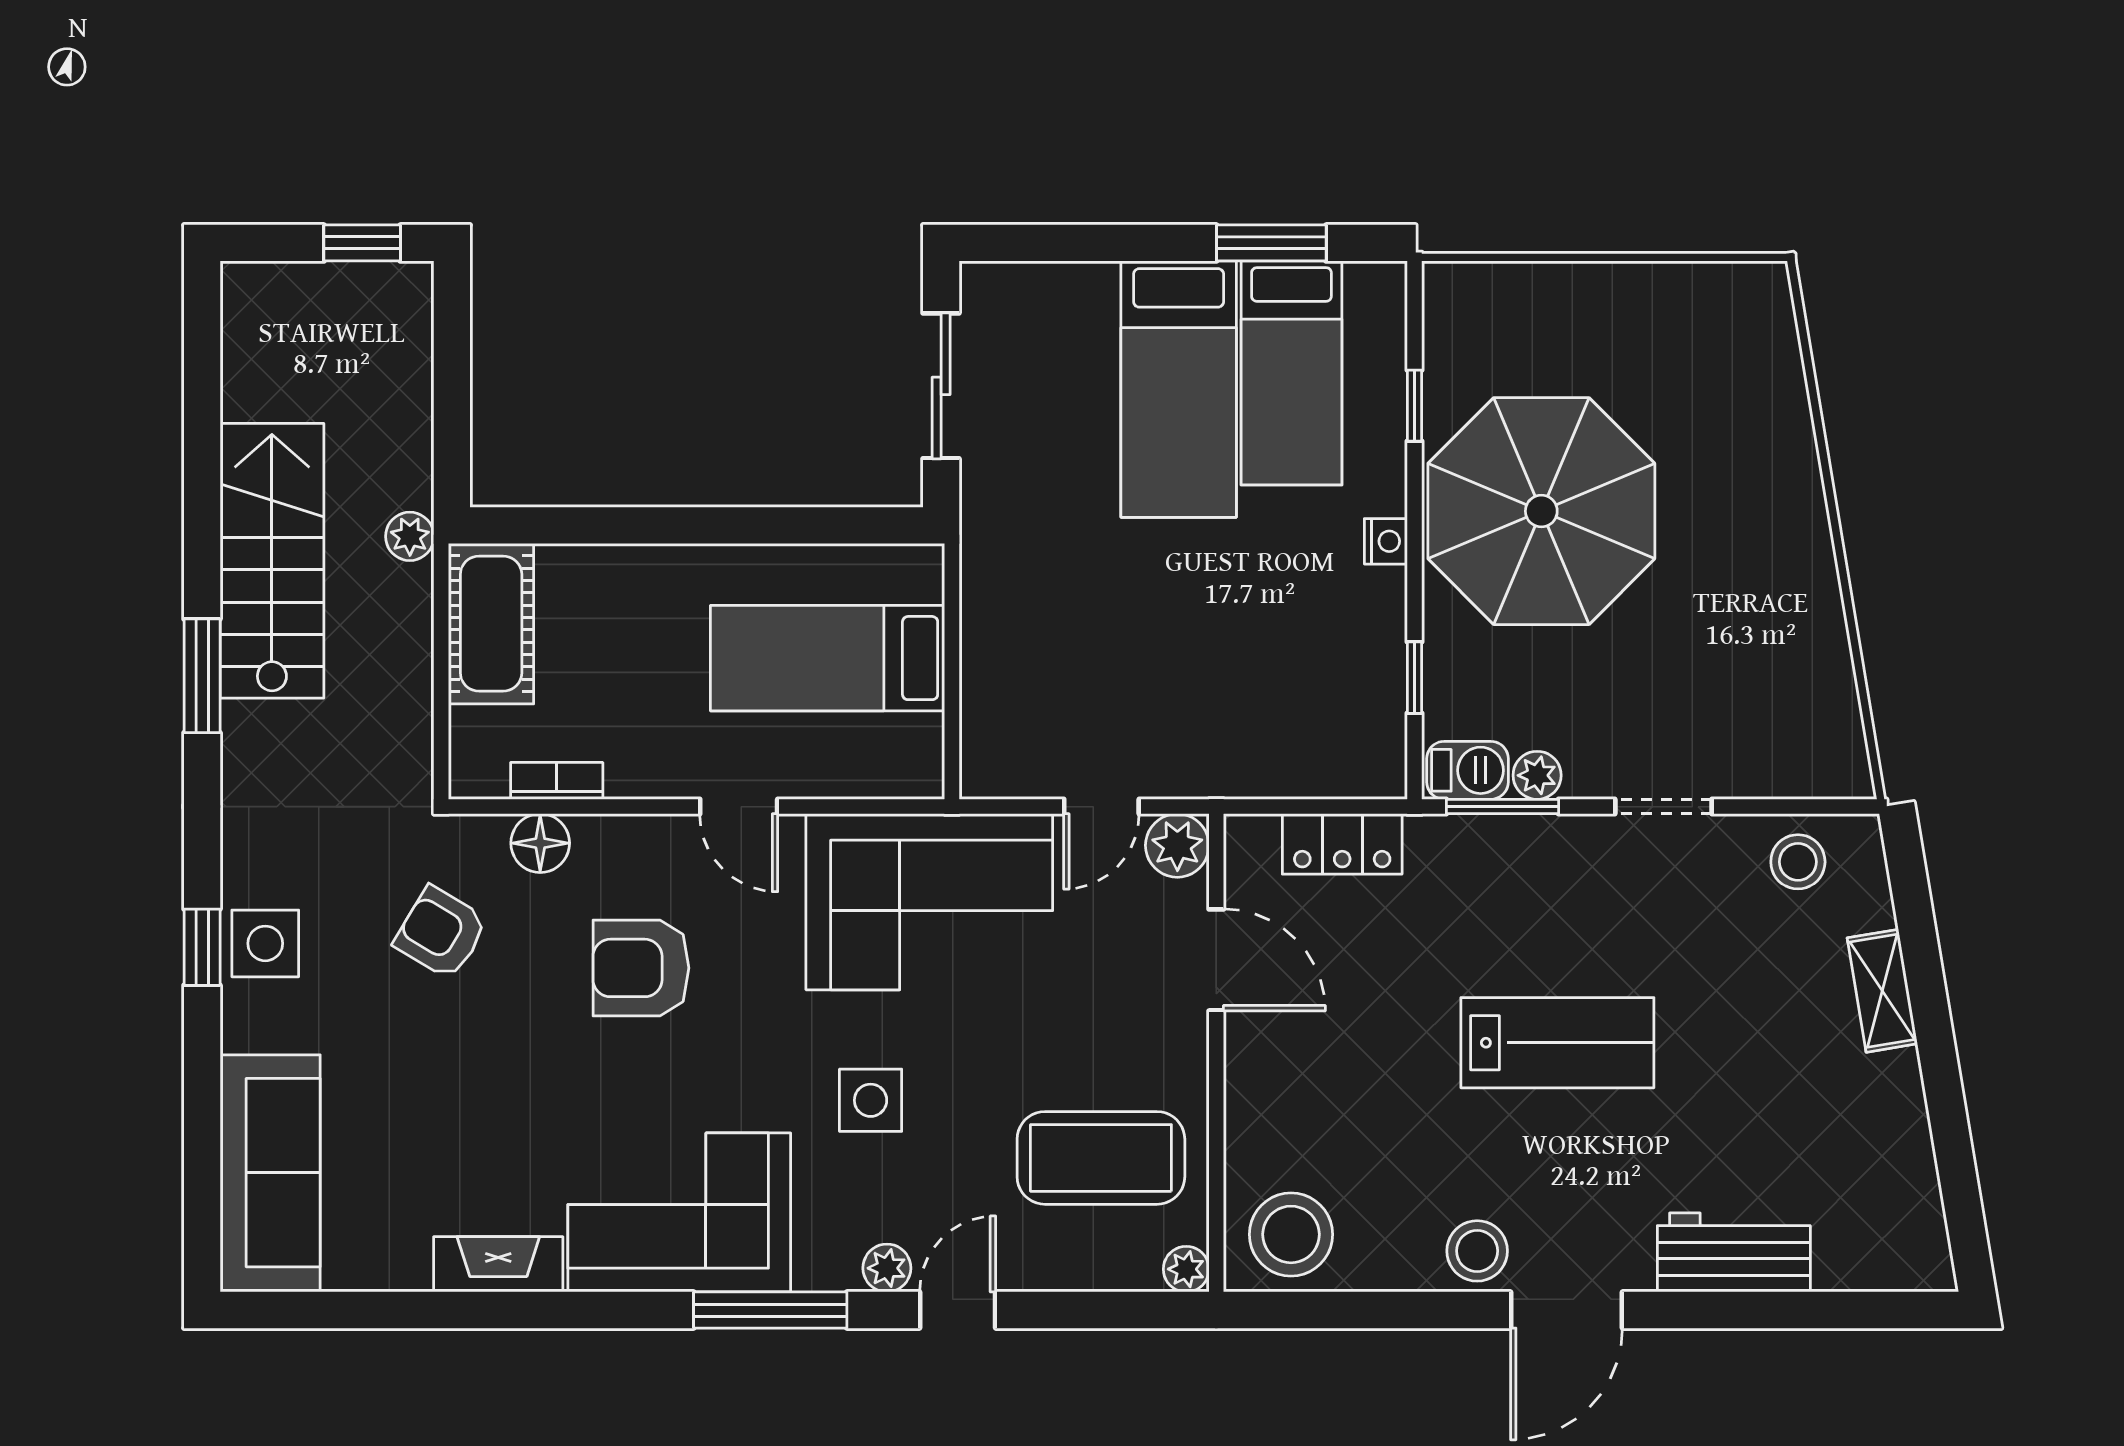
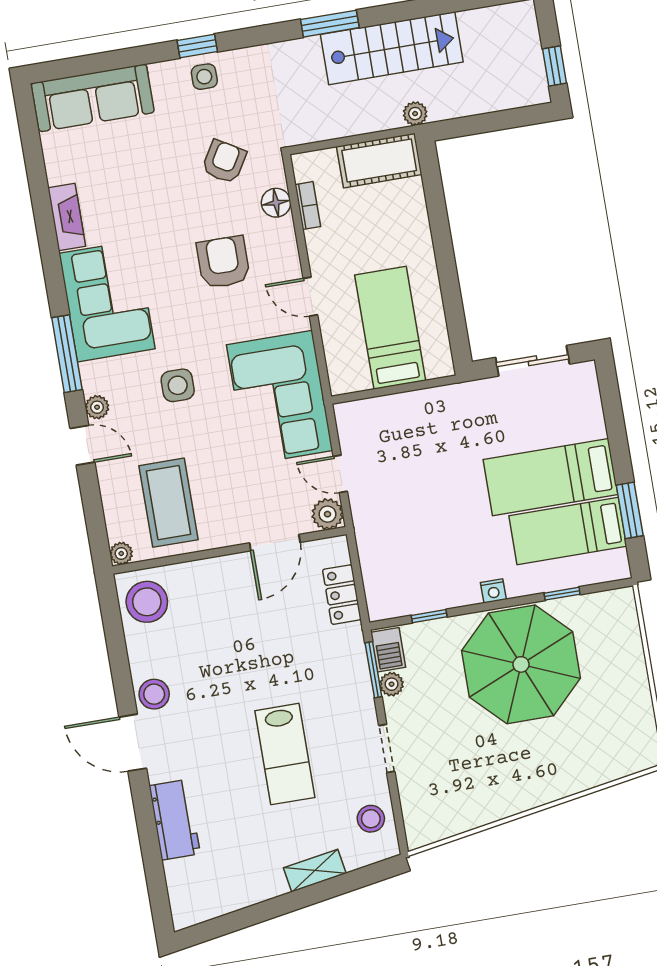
door: (739, 807) -> (310, 297), hinge flipped
side table: (265, 943) -> (204, 77), width x0.73, depth x0.73
lab bench: (1557, 1043) -> (285, 754), moved

